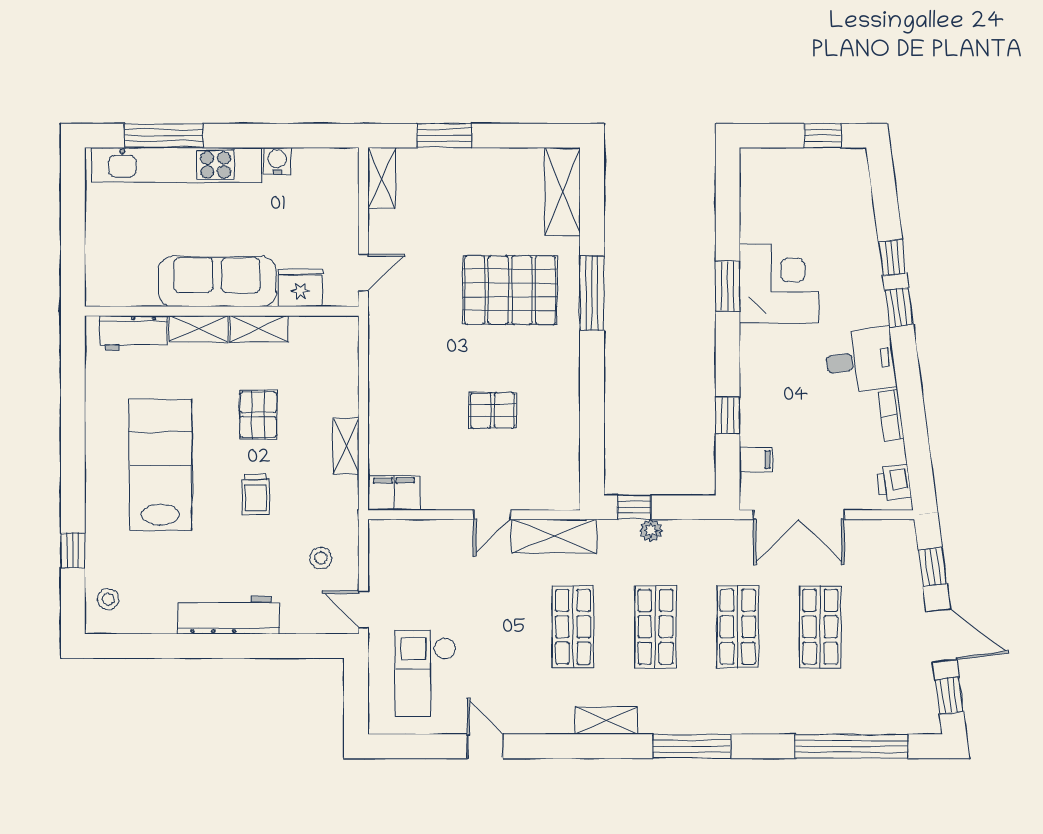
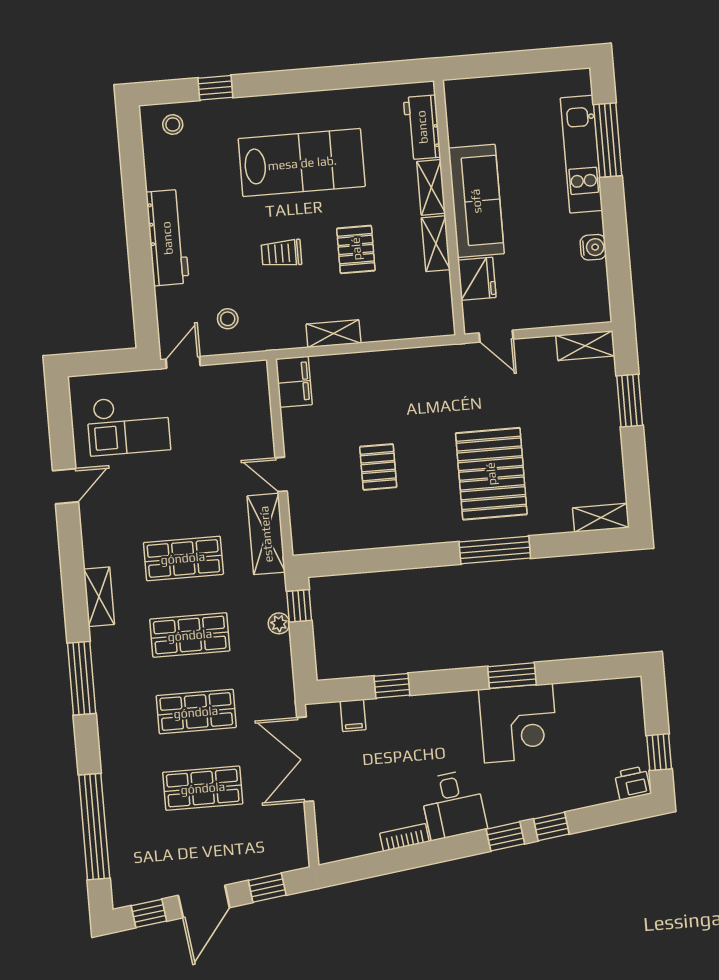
kitchen unit: (177, 165) -> (581, 154), width x0.73
shelving: (563, 192) -> (601, 518), width x0.67, depth x0.75
pallet: (258, 415) -> (356, 249), turned 90
printer: (894, 483) -> (633, 783), moved
checkout: (425, 674) -> (128, 425), turned 180

